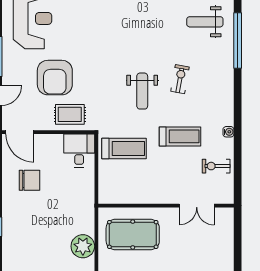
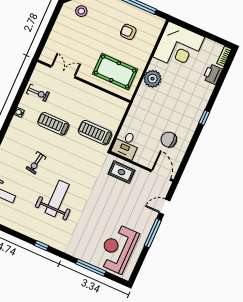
armchair: (55, 78) -> (121, 202), removed
weight bench: (142, 91) -> (57, 198), moved, width x1.36, depth x1.33

